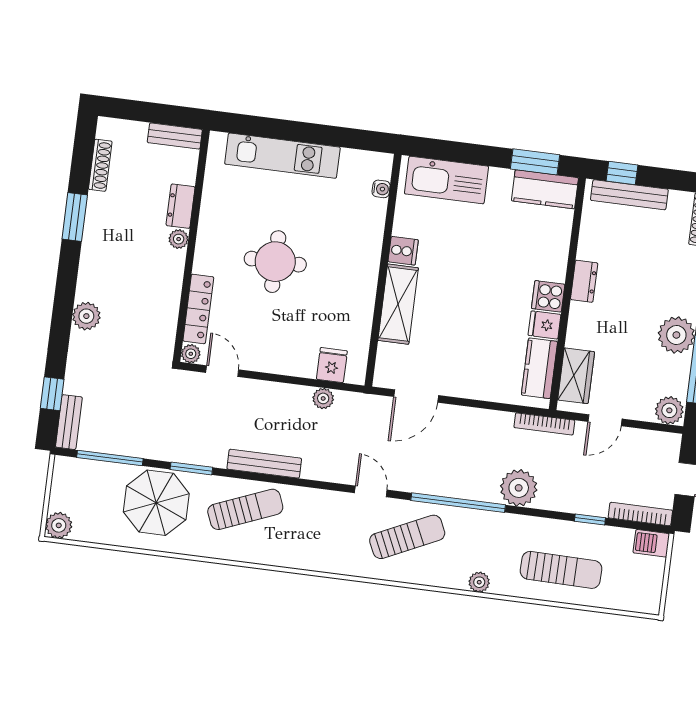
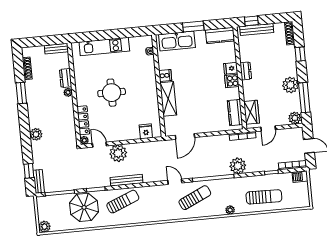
window: (535, 162) -> (193, 26), moved
fridge: (545, 325) -> (231, 68), moved
plant: (323, 398) -> (118, 153), moved, width x1.87, depth x1.87

